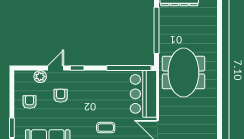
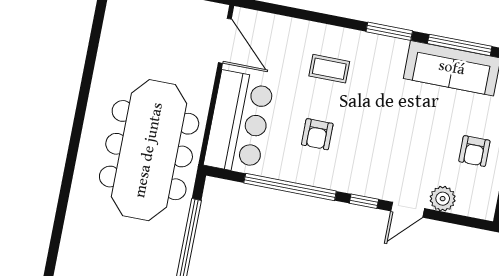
window: (129, 68) -> (290, 187), moved
meeting table: (184, 72) -> (149, 150), width x1.36
armchair: (61, 96) -> (317, 134), moved

